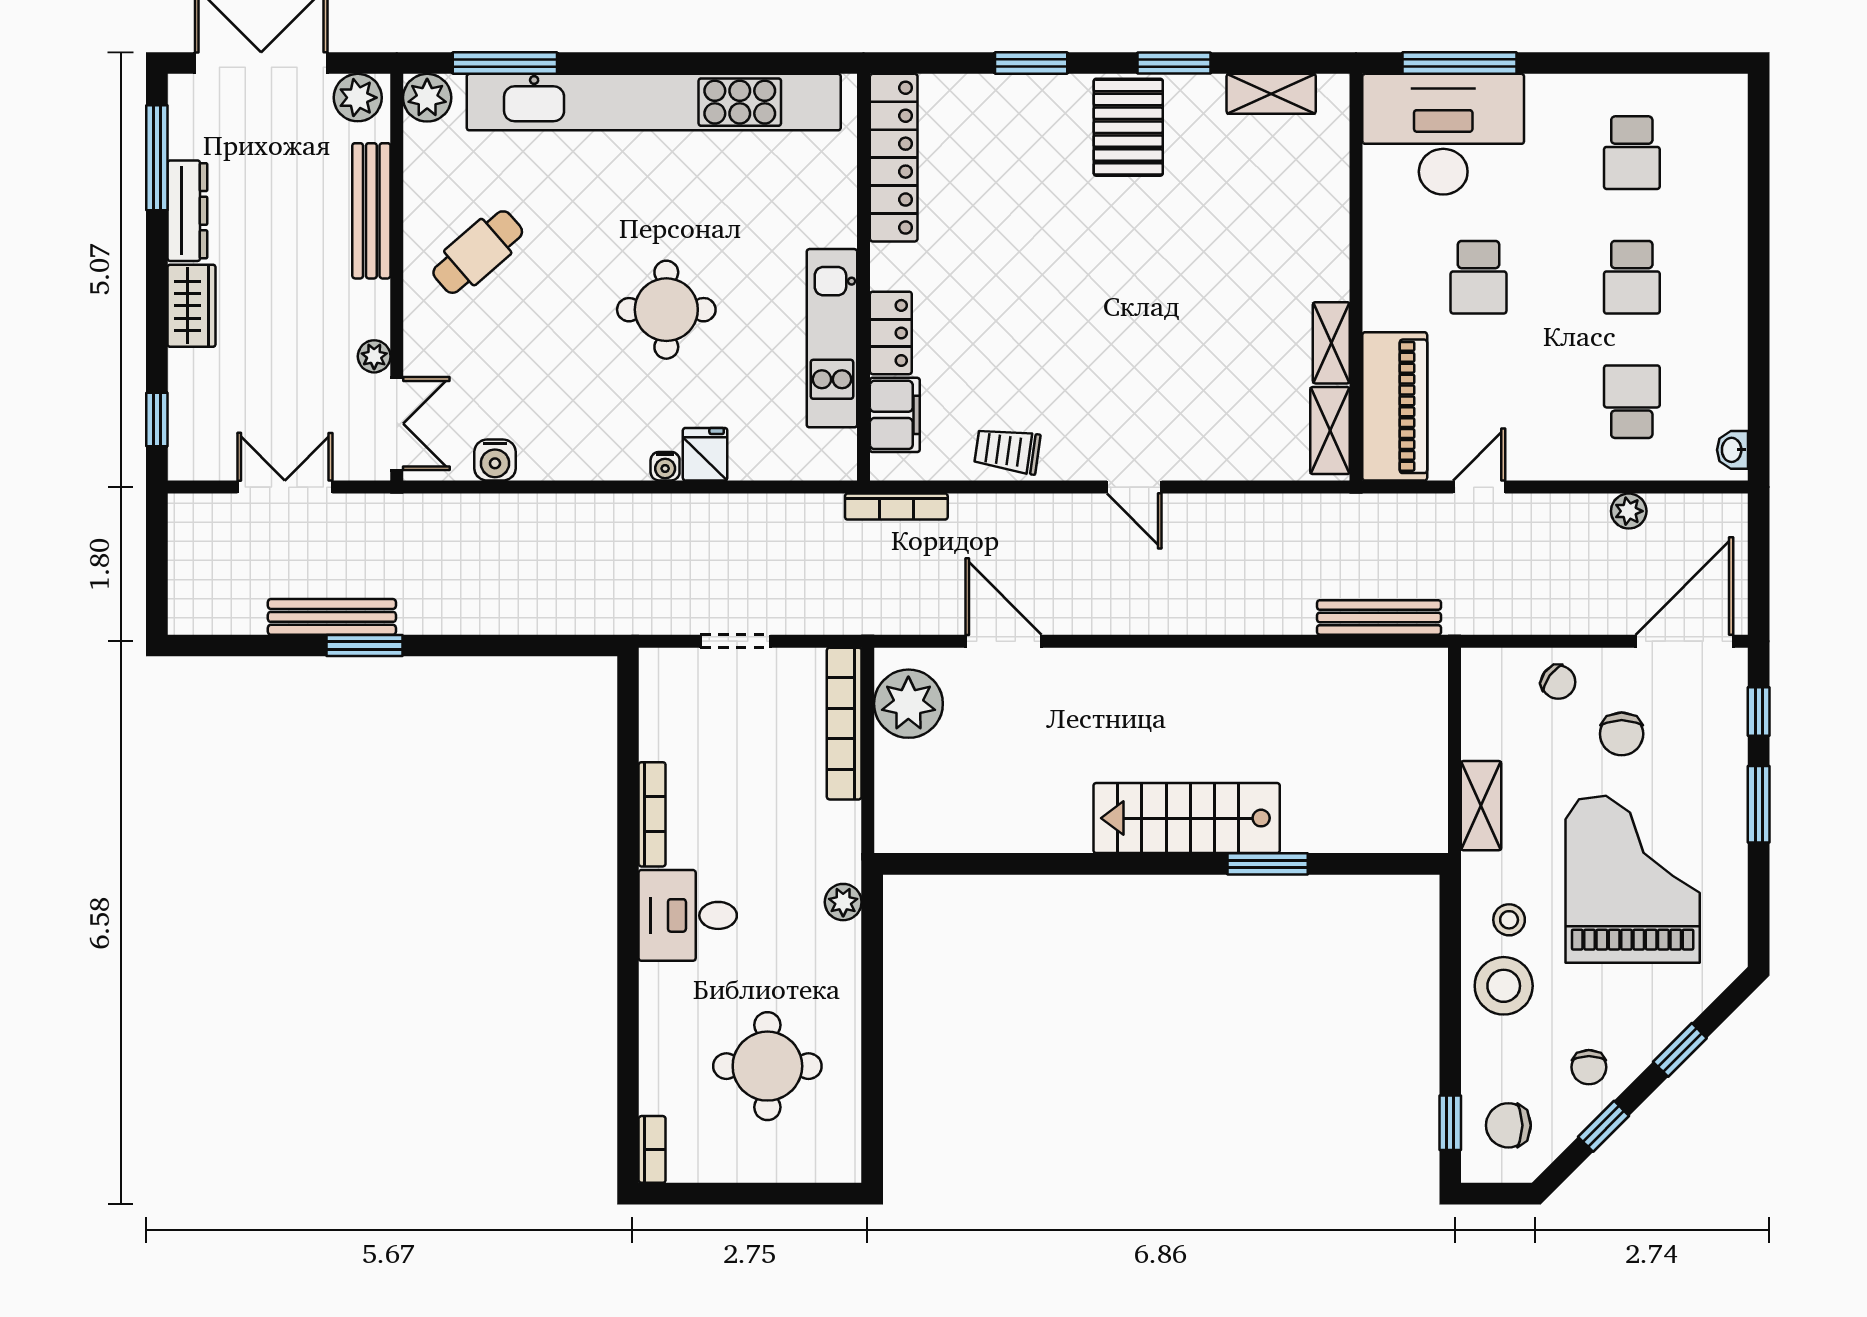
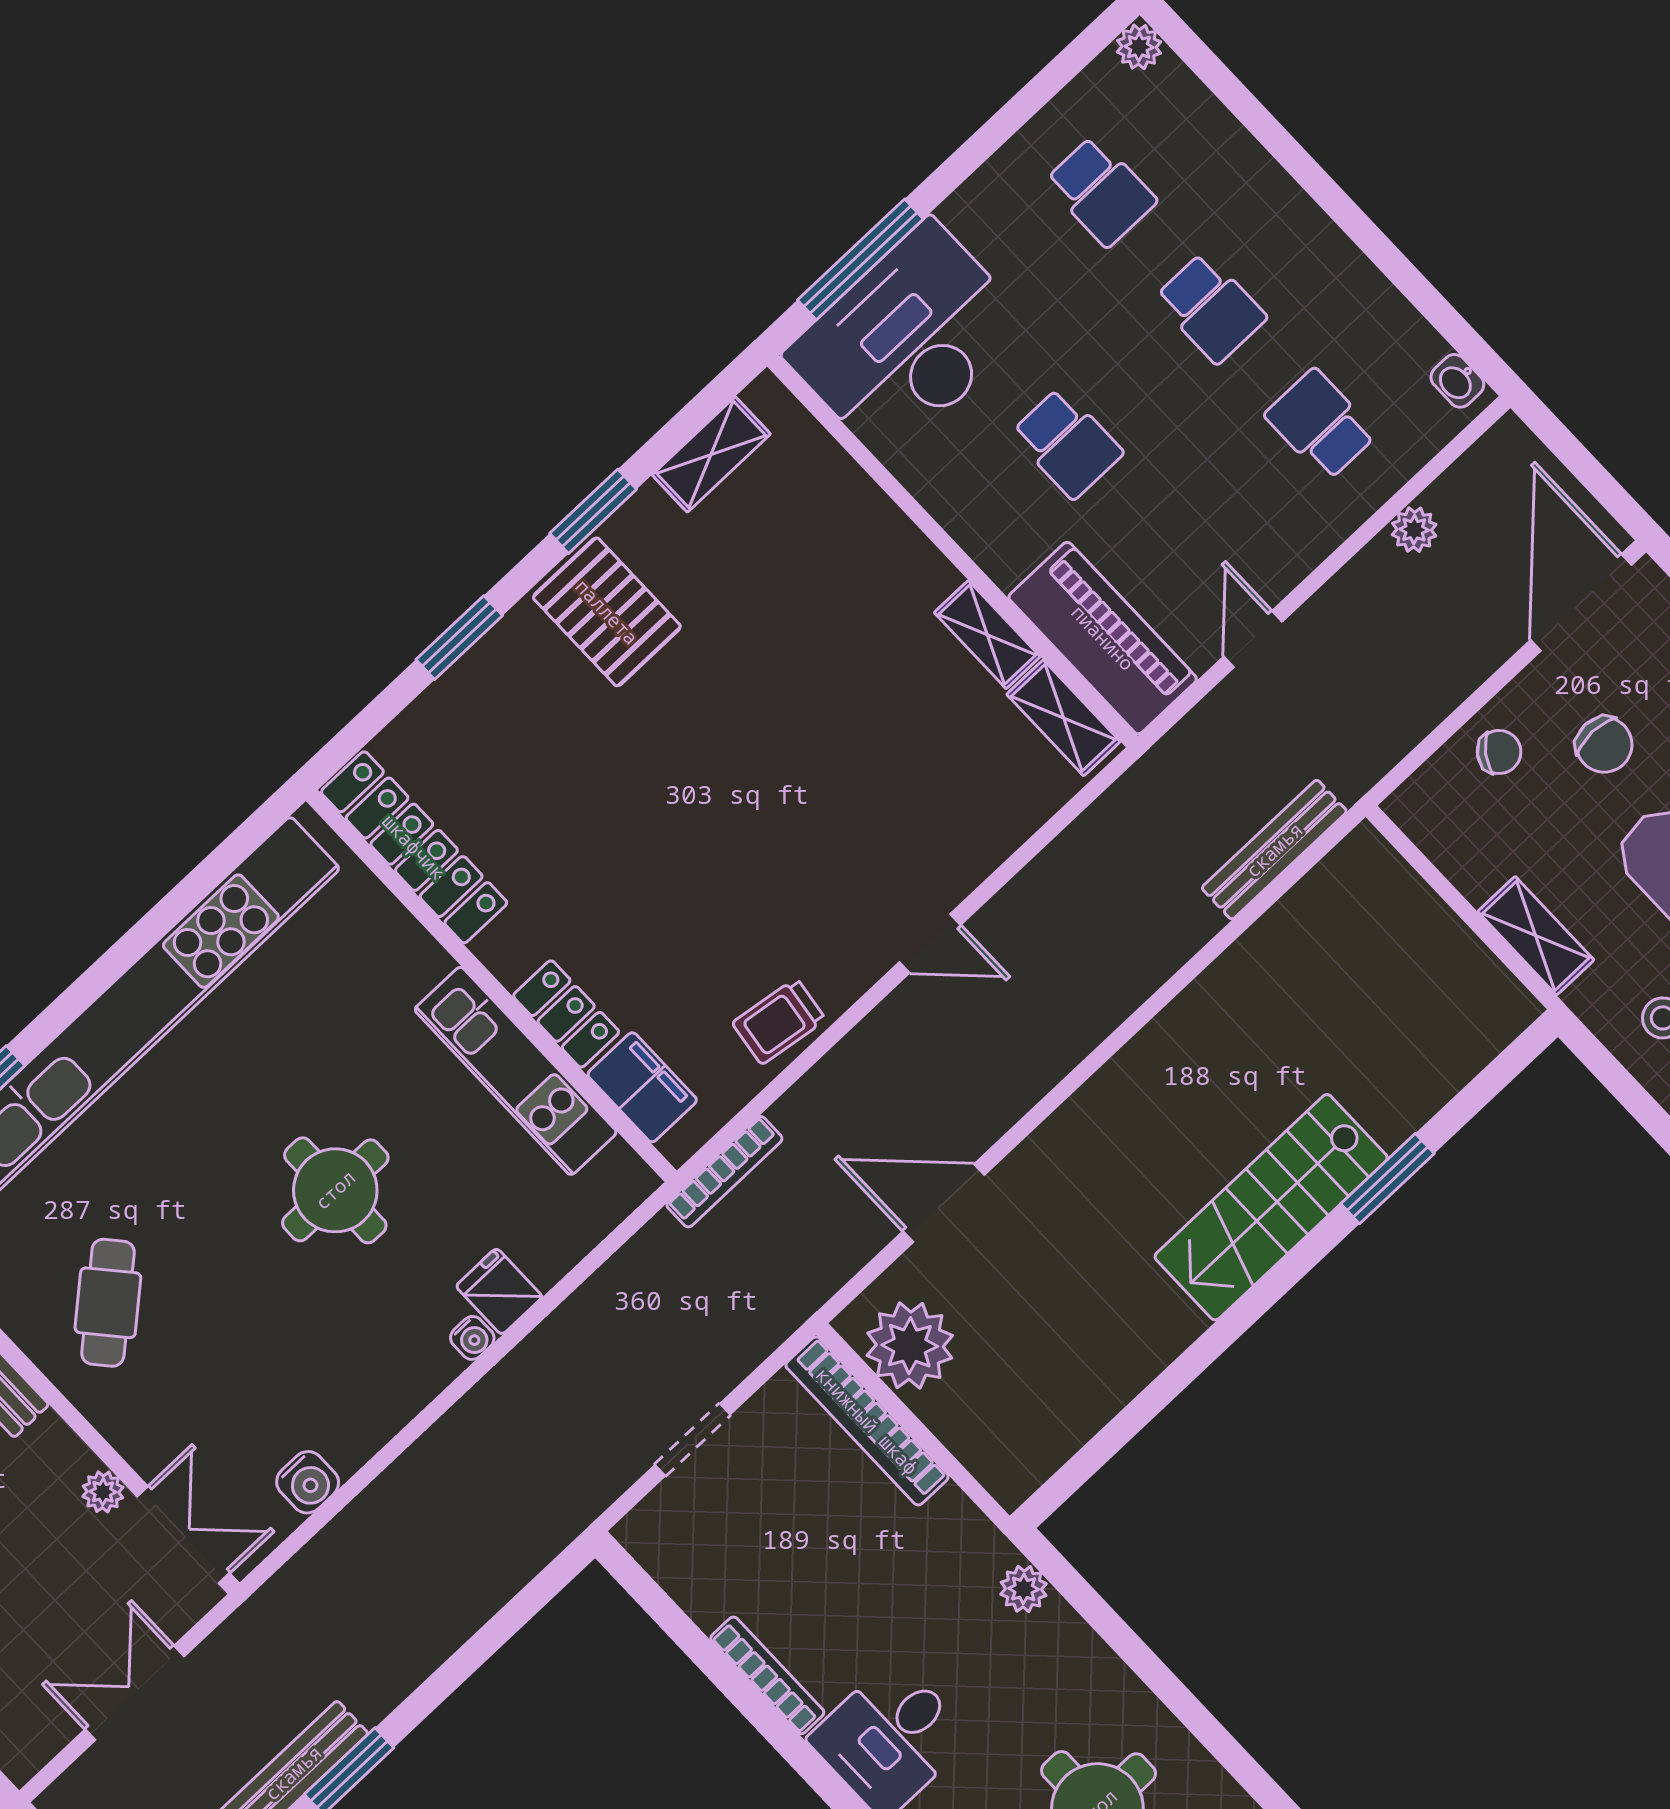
plant: (1730, 91) -> (1139, 47), added

